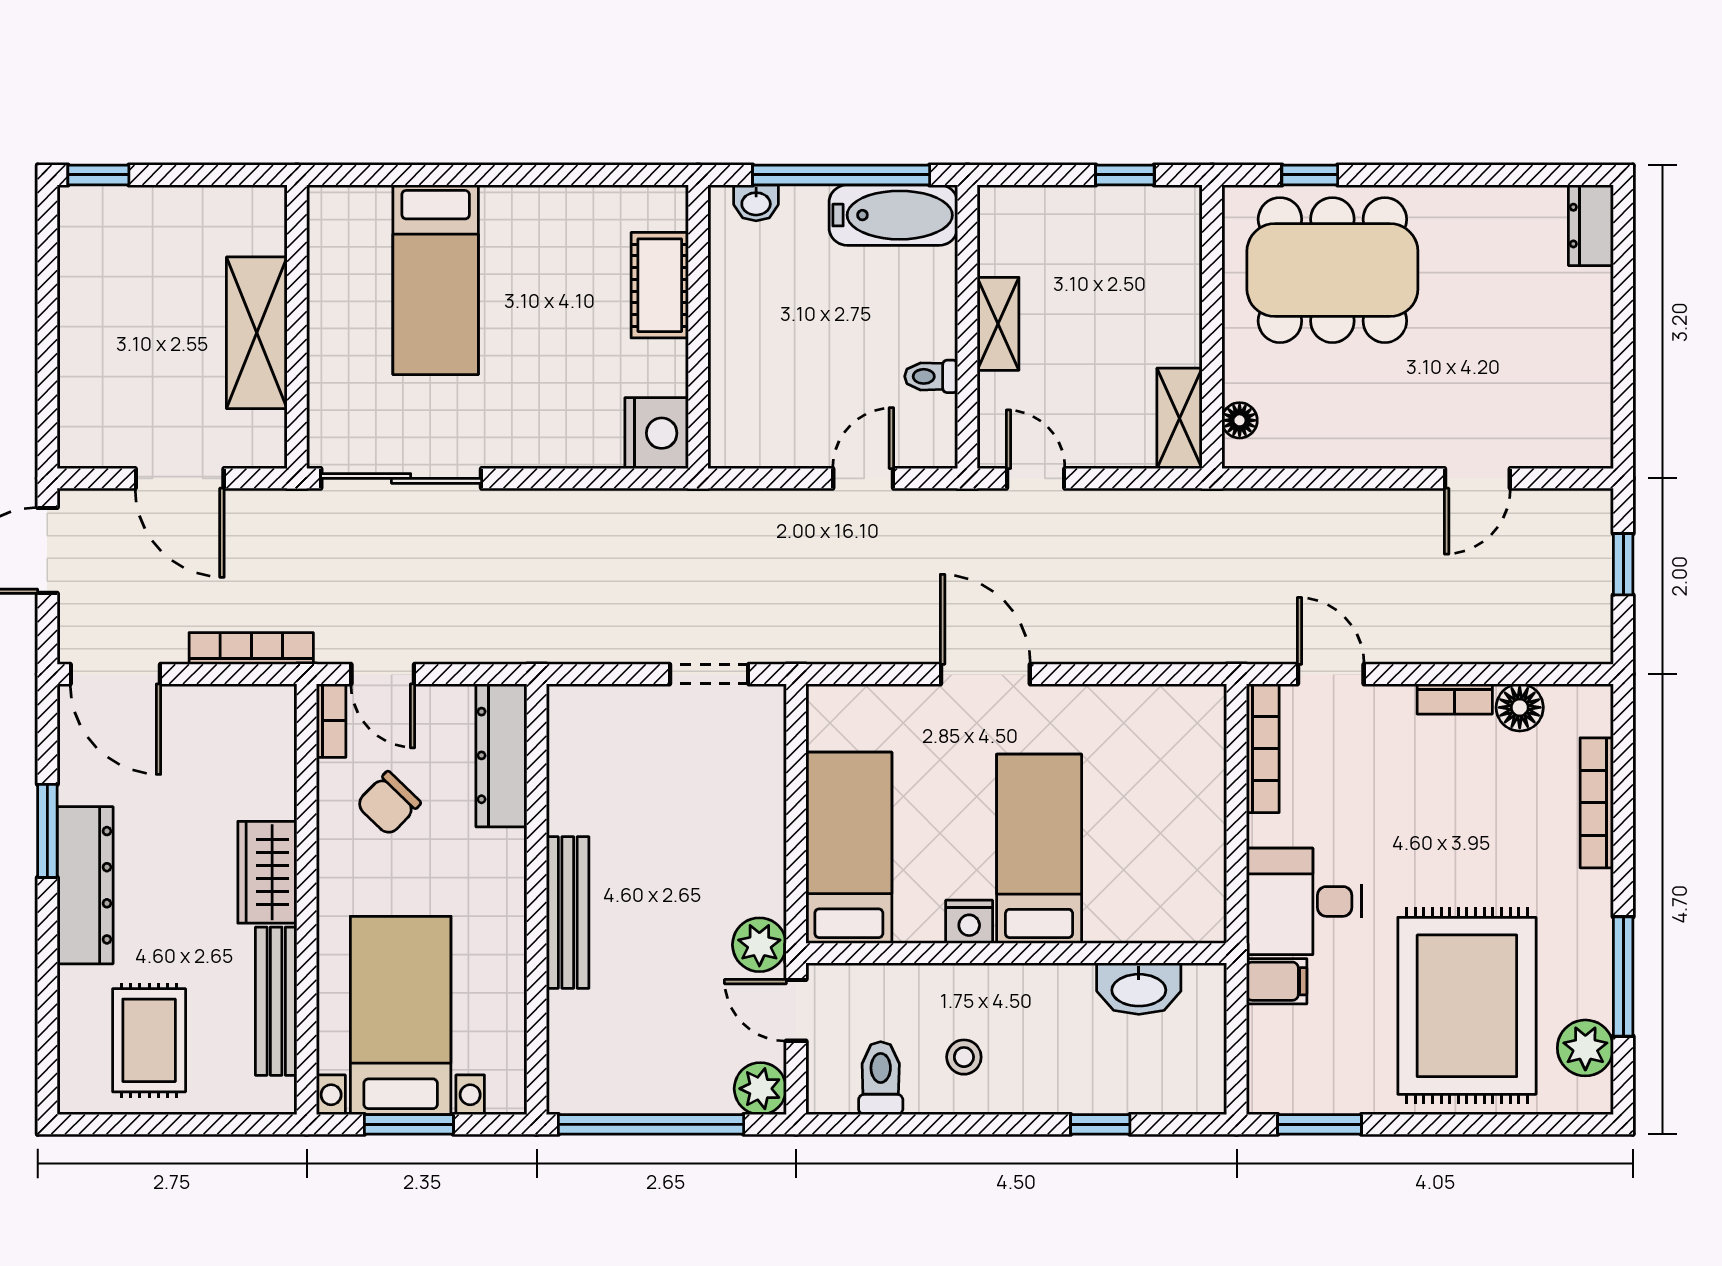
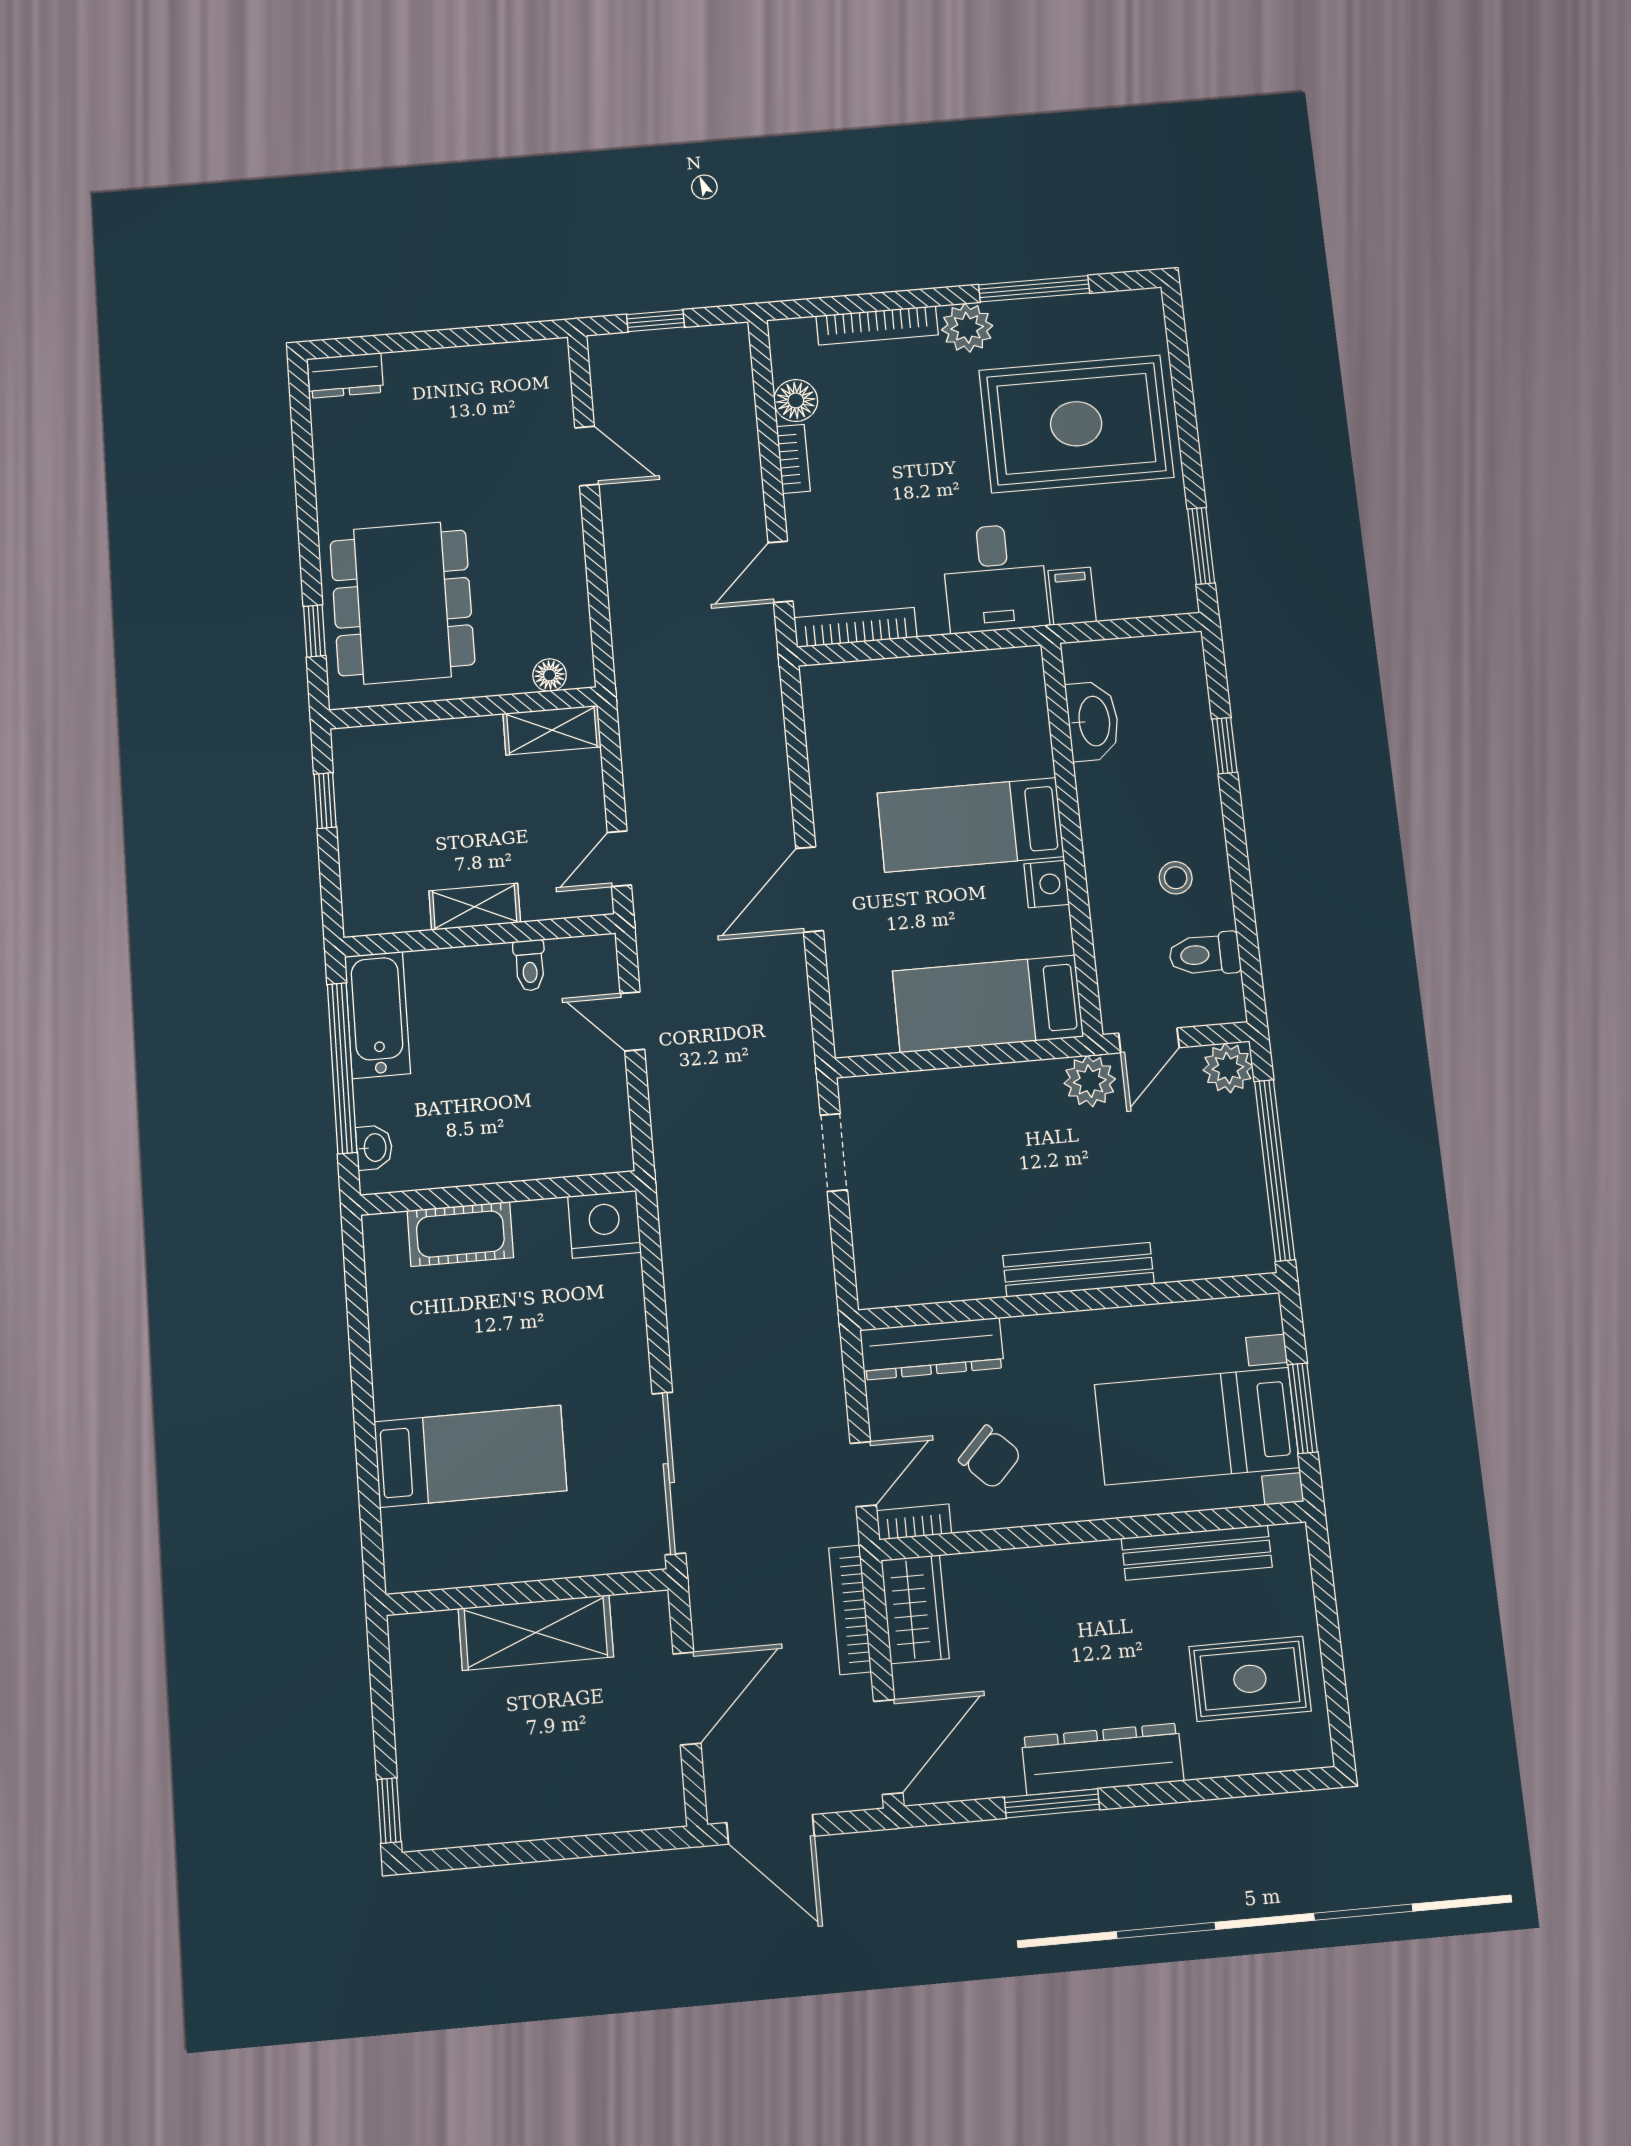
wardrobe: (267, 872) -> (915, 1609), moved, turned -90
plant: (1585, 1048) -> (967, 328), moved

